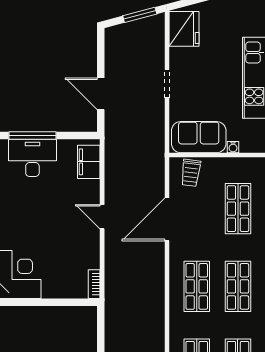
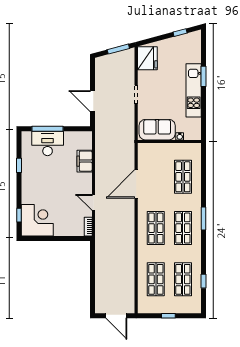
filing cabinet: (89, 162) -> (85, 161), moved
trolley: (191, 173) -> (152, 153), removed
door: (102, 217) -> (93, 202), moved

